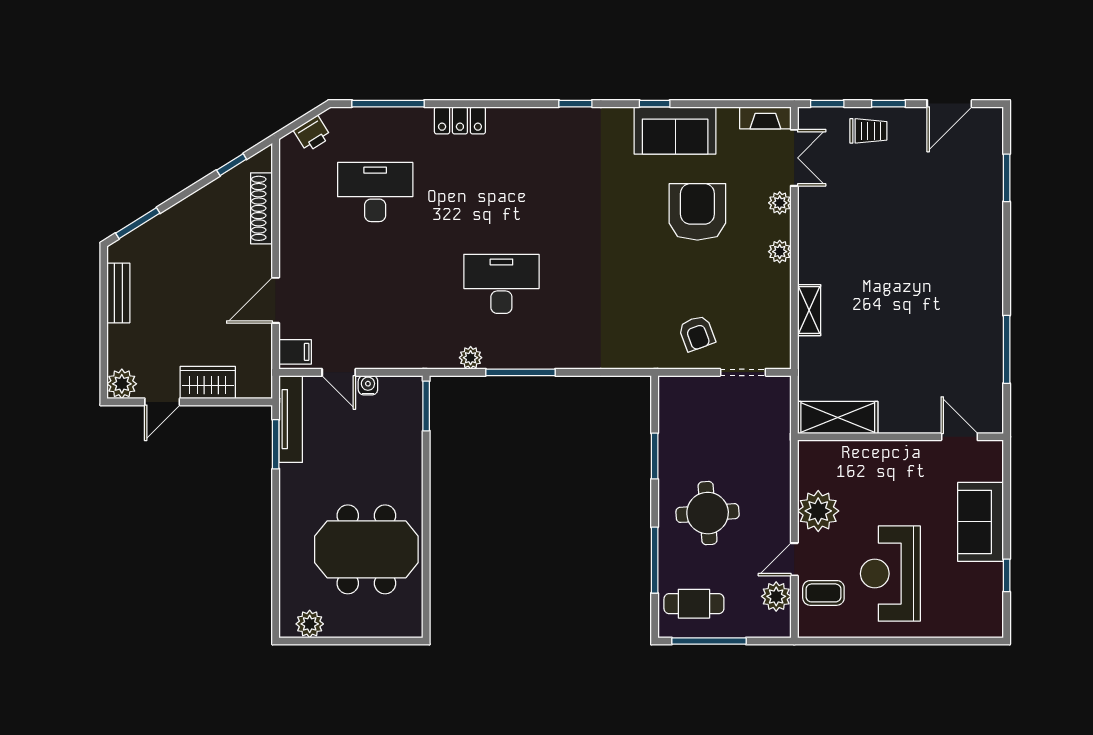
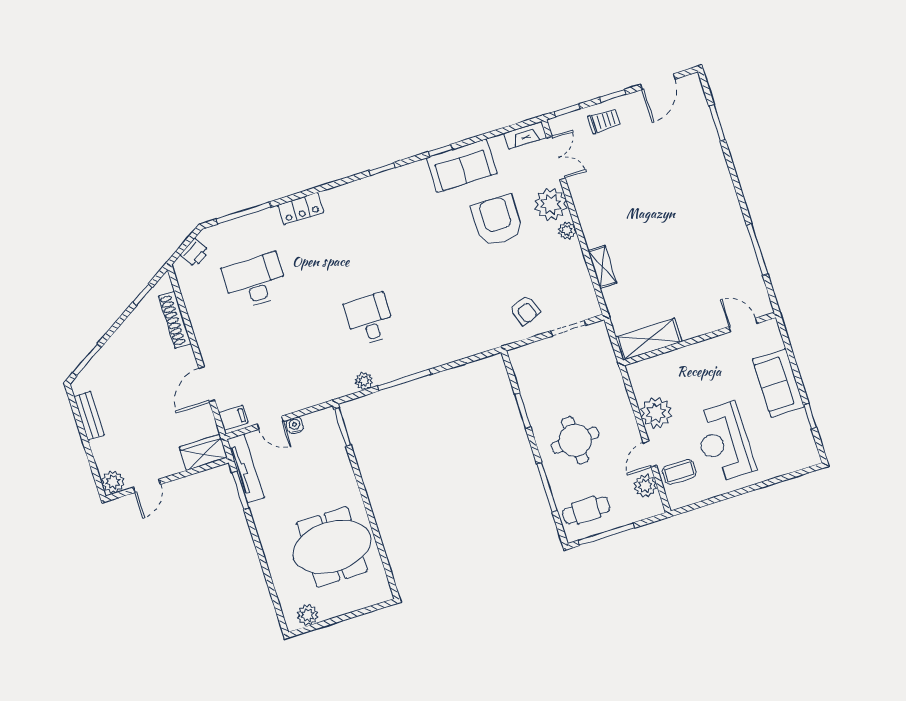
plant: (780, 203) -> (551, 204), width x1.87, depth x1.87
desk: (501, 284) -> (369, 319), width x0.73
wardrobe: (208, 383) -> (203, 452), moved

